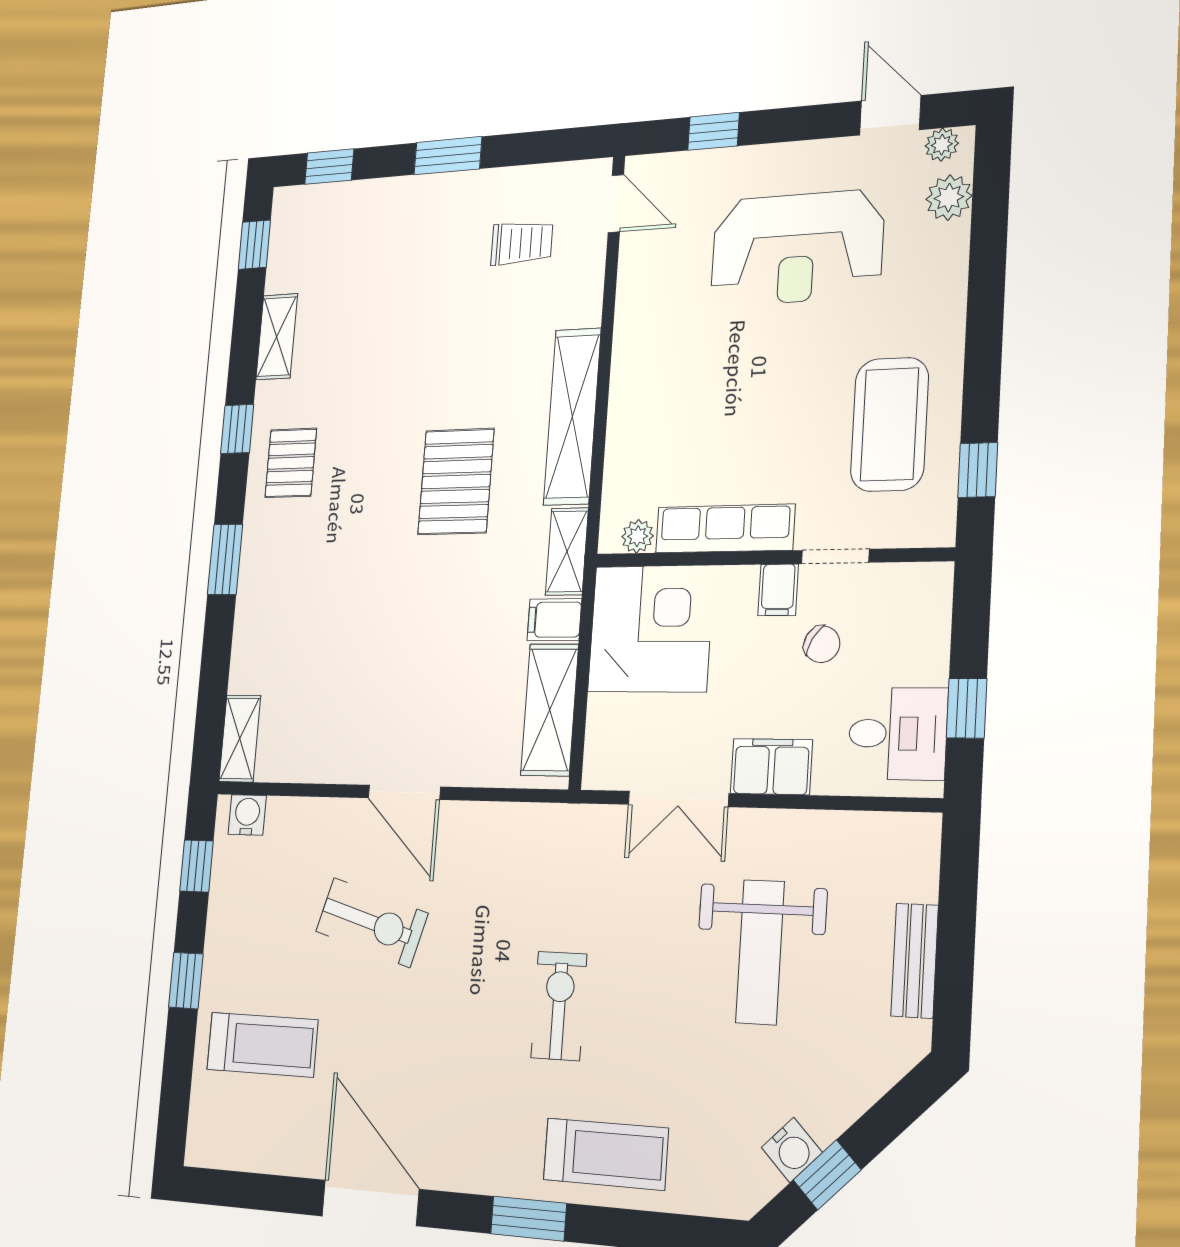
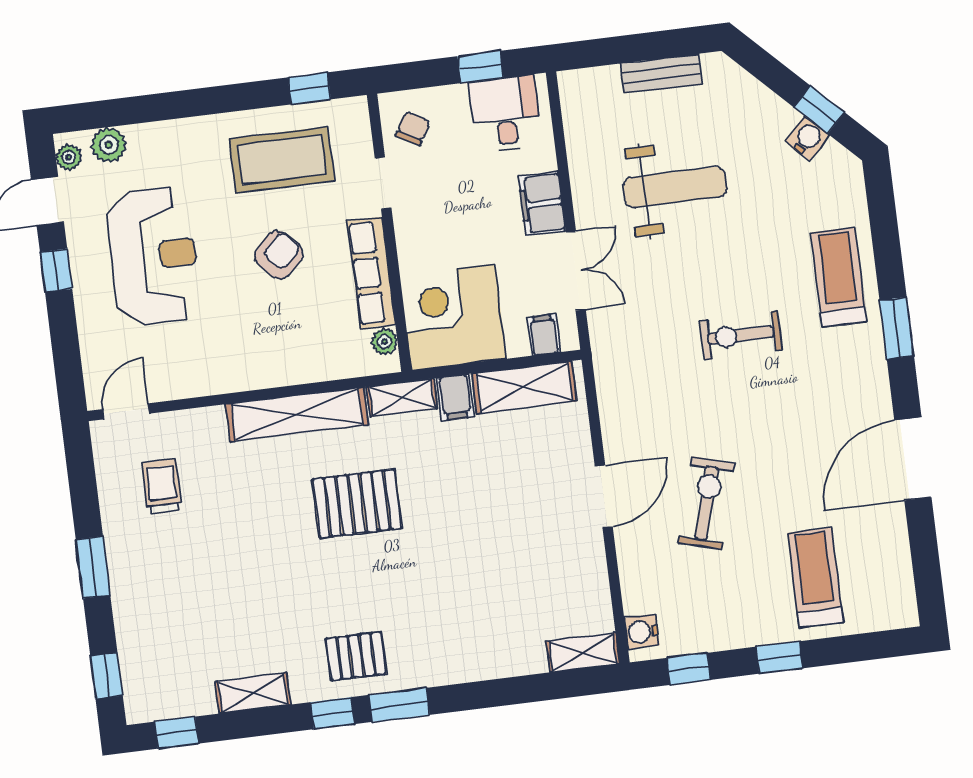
window: (713, 131) -> (56, 270), moved
armchair: (769, 410) -> (279, 255), added
window: (225, 559) -> (399, 705), moved
filing cabinet: (778, 590) -> (544, 335), moved, turned -90
chair: (822, 644) -> (413, 129), moved

